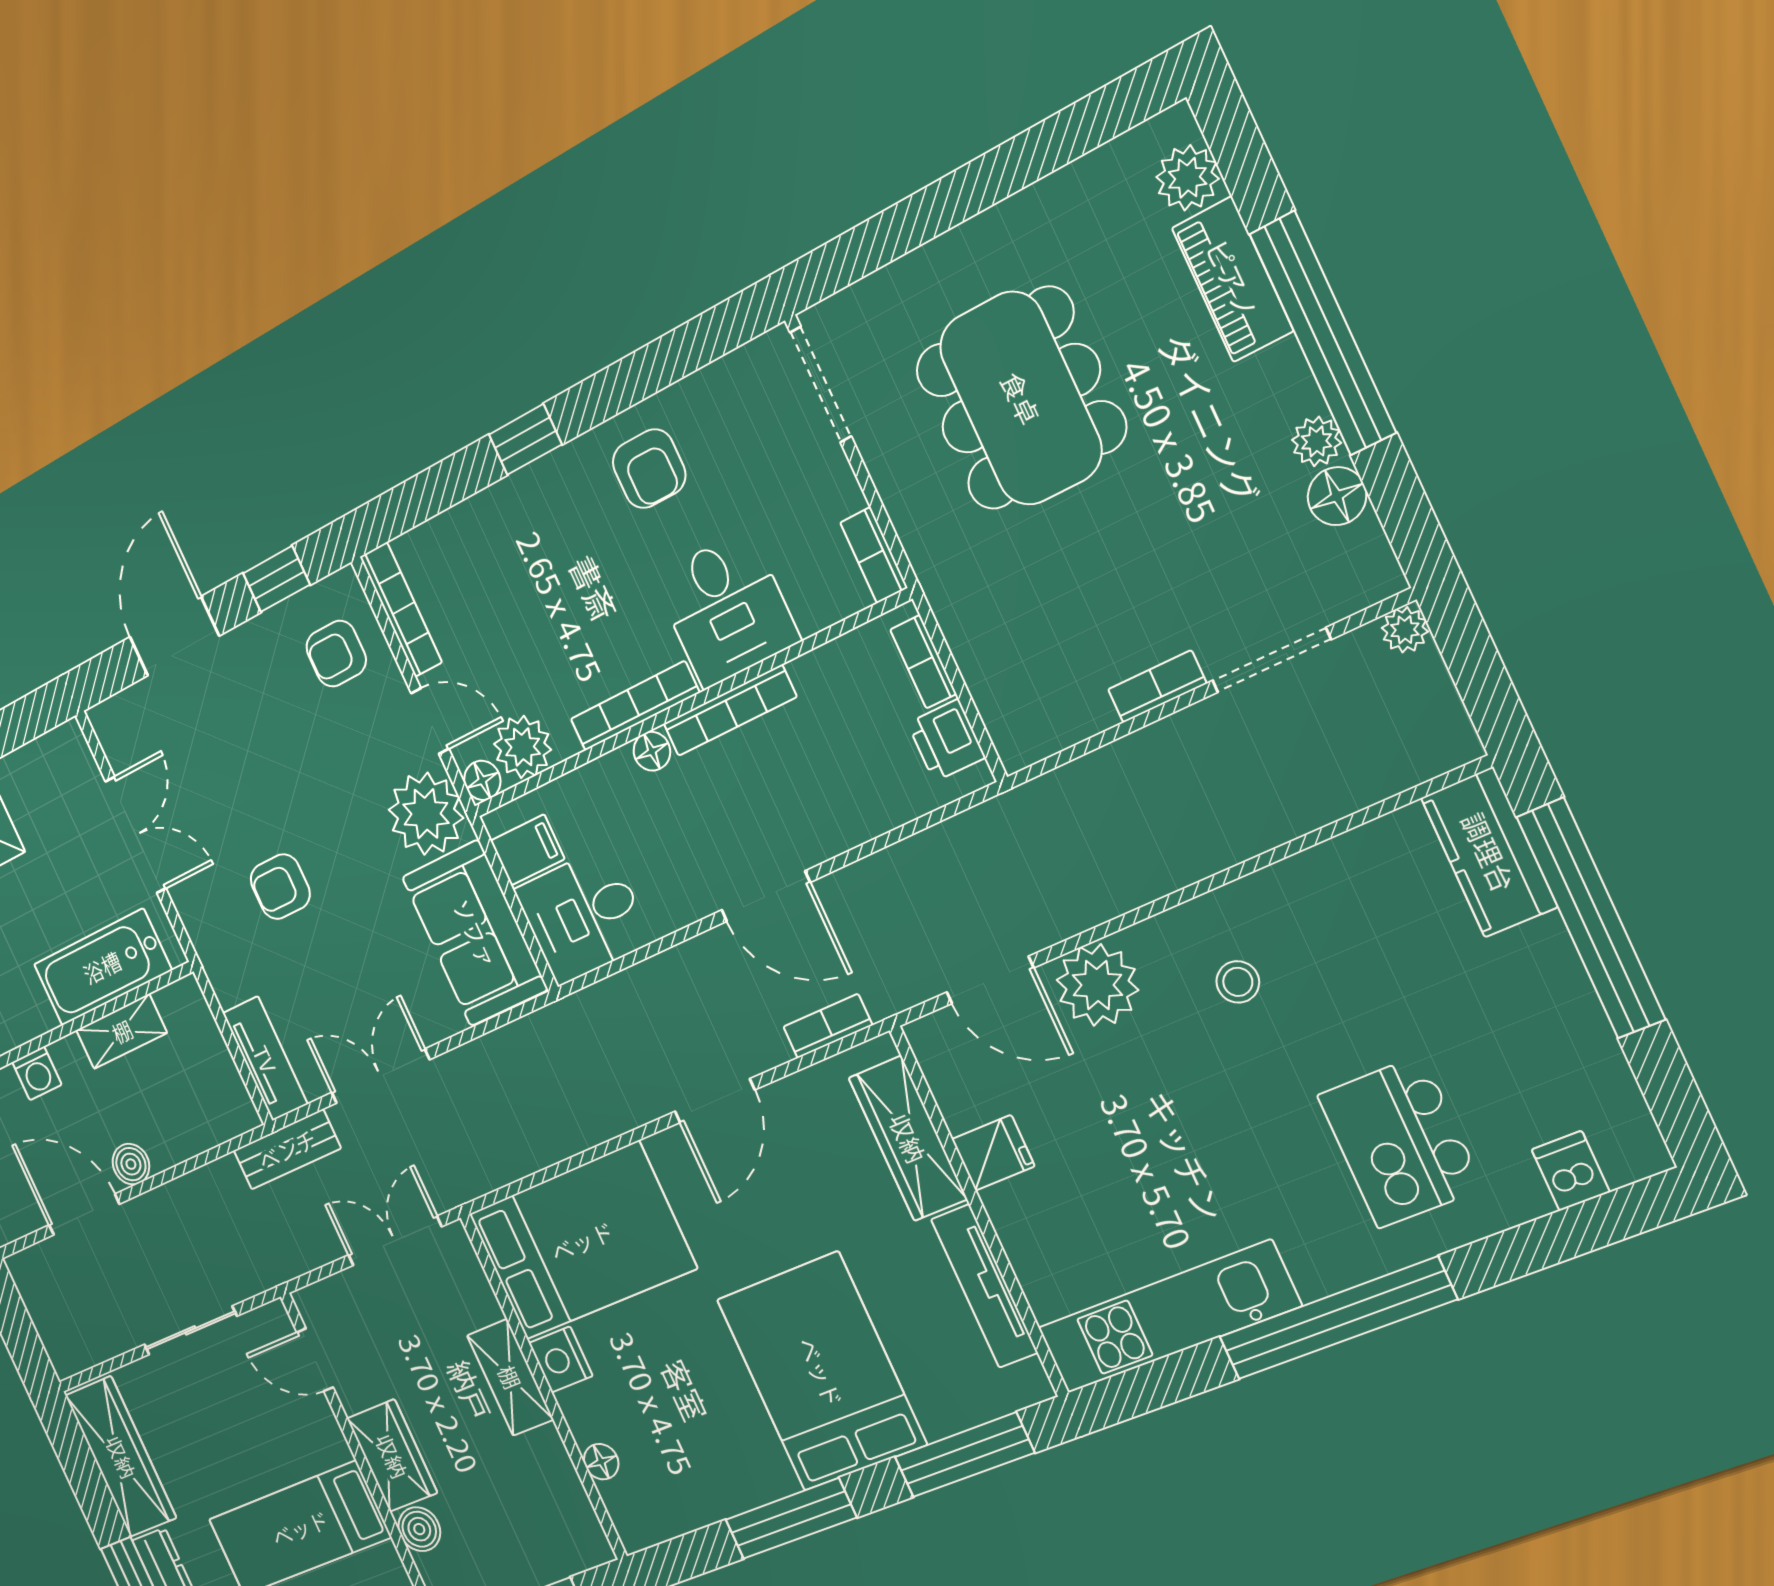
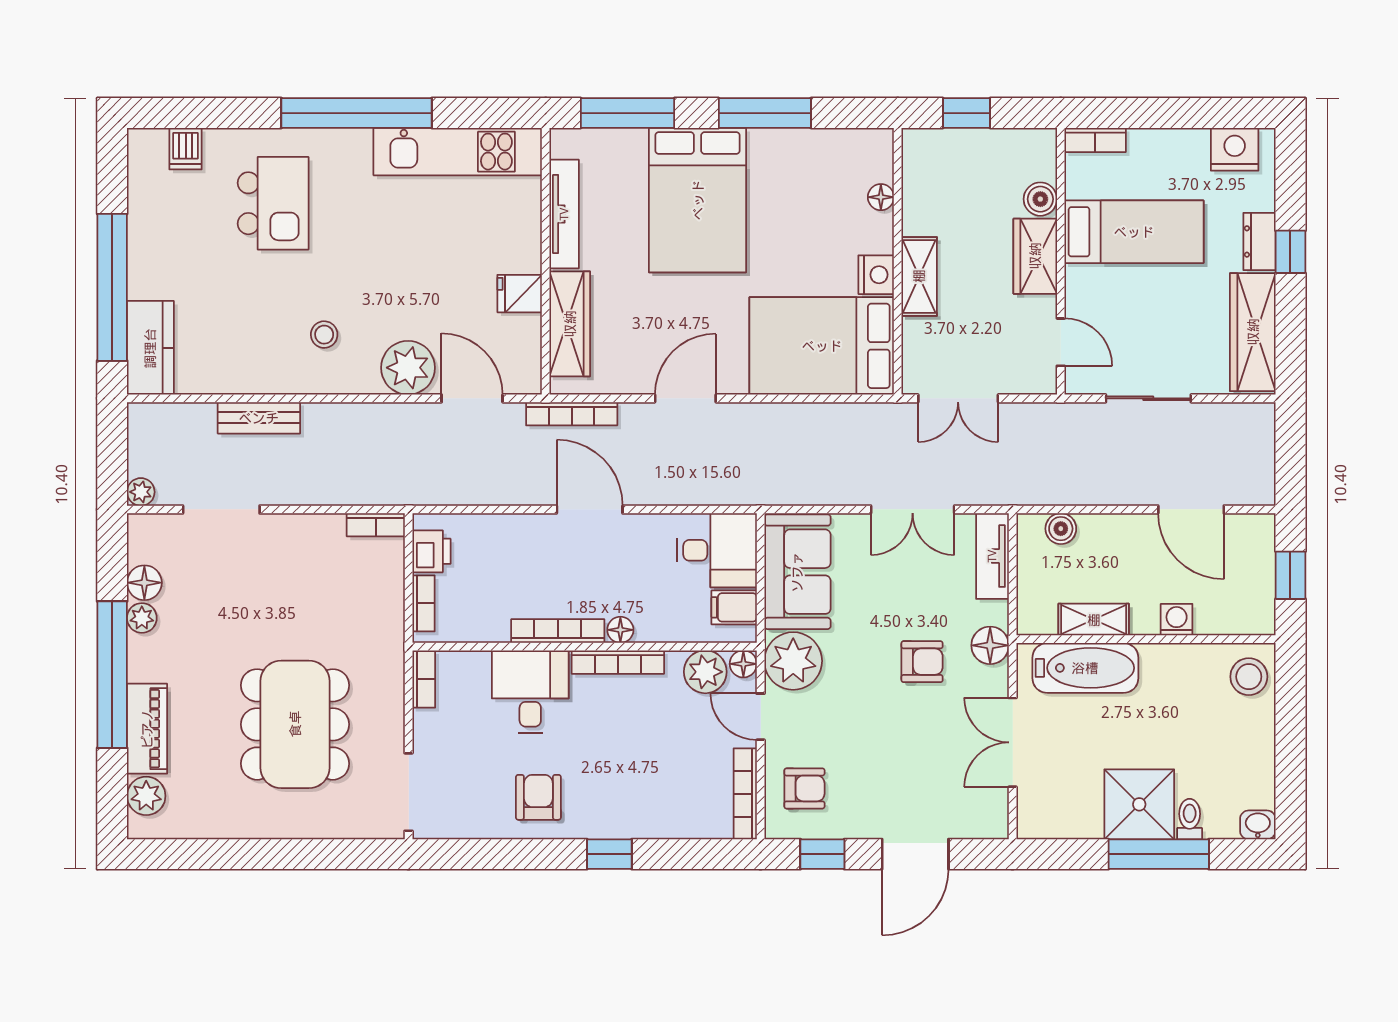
bookcase: (1157, 686) -> (376, 525), moved
floor lamp: (216, 945) -> (990, 645), added
bookcase: (828, 1026) -> (572, 414), width x1.56
bench: (287, 1149) -> (259, 418), moved
boiler: (131, 1164) -> (1061, 529), moved

